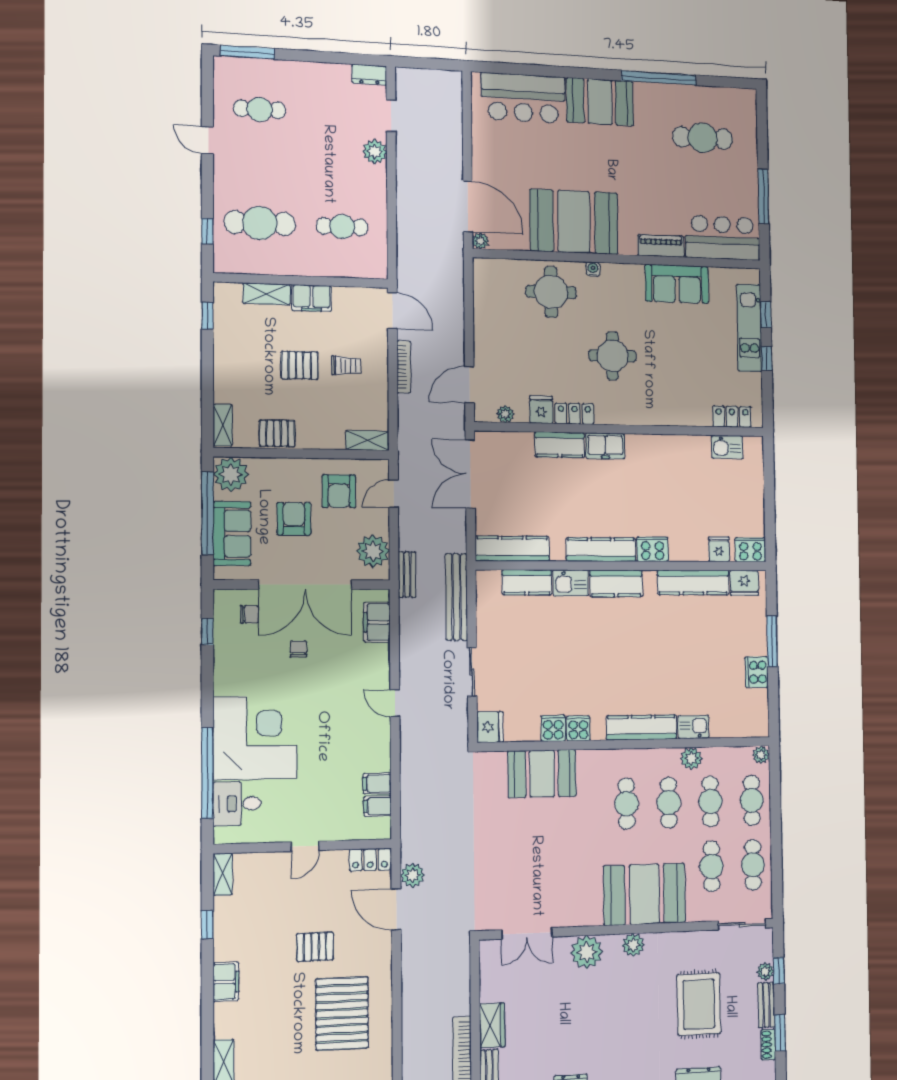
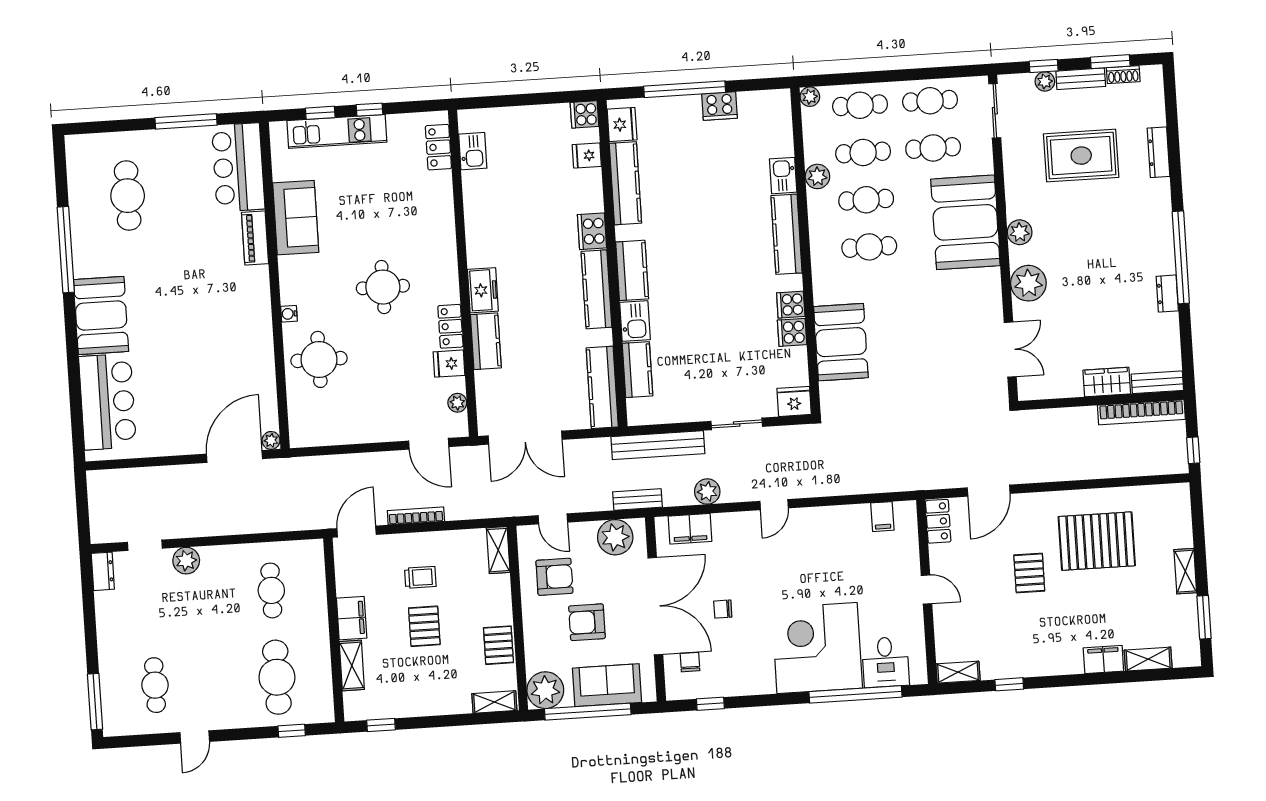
booth: (574, 222) -> (239, 338), removed
trolley: (346, 366) -> (420, 577), turned 90
cooker: (750, 550) -> (585, 114), width x0.73
window: (772, 641) -> (685, 89), width x1.46
filing cabinet: (377, 783) -> (859, 518), removed
plant: (412, 875) -> (707, 492), moved
filing cabinet: (226, 982) -> (1103, 659), moved

